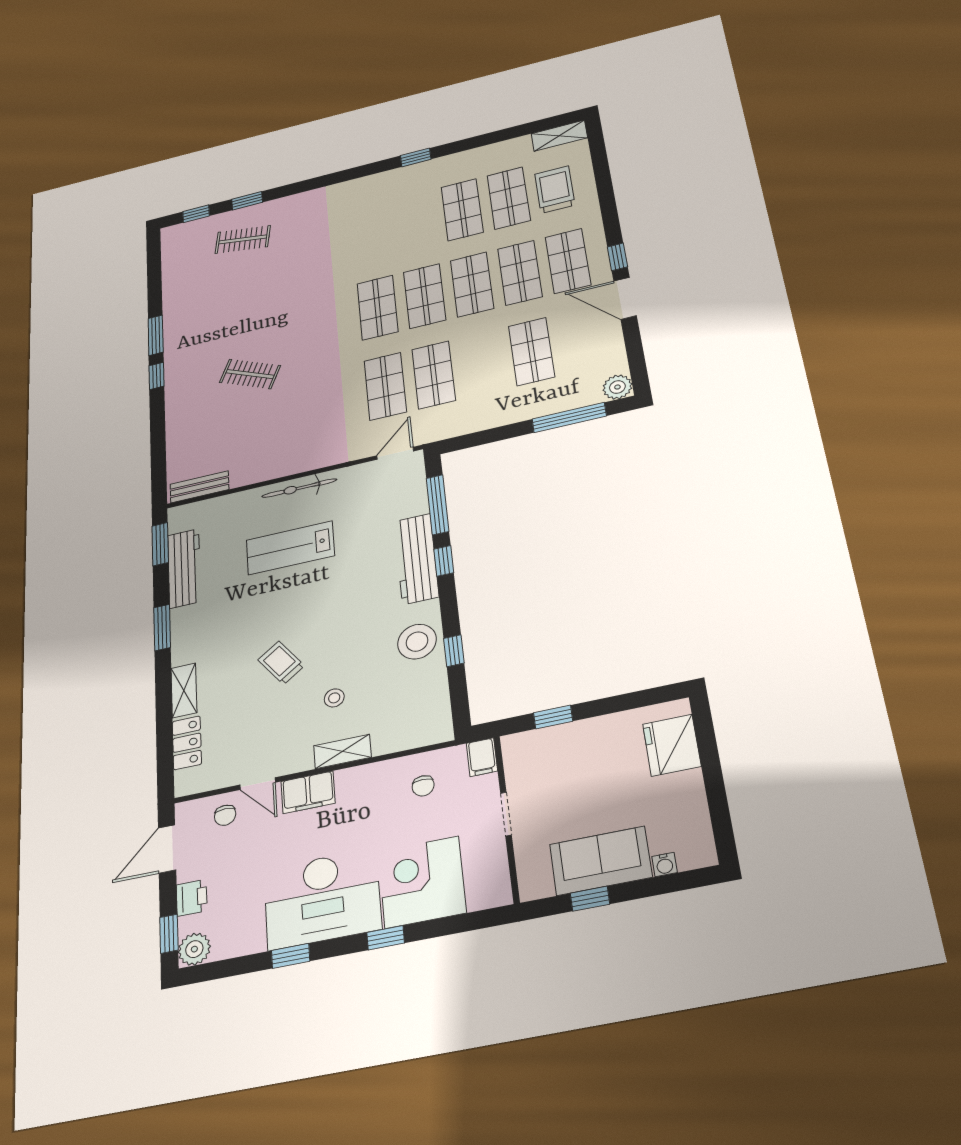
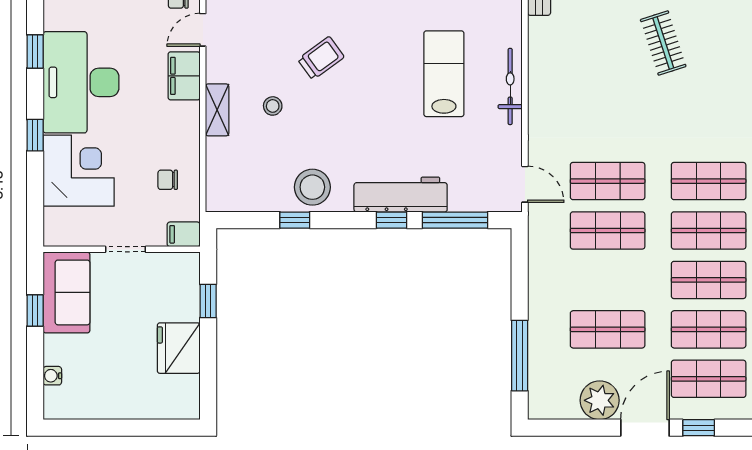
clothes rail: (250, 374) -> (663, 43), turned -42
plant: (617, 387) -> (600, 400), moved, width x1.36, depth x1.36
fridge: (672, 745) -> (179, 348), moved, turned -90
sofa: (601, 861) -> (66, 292), moved

